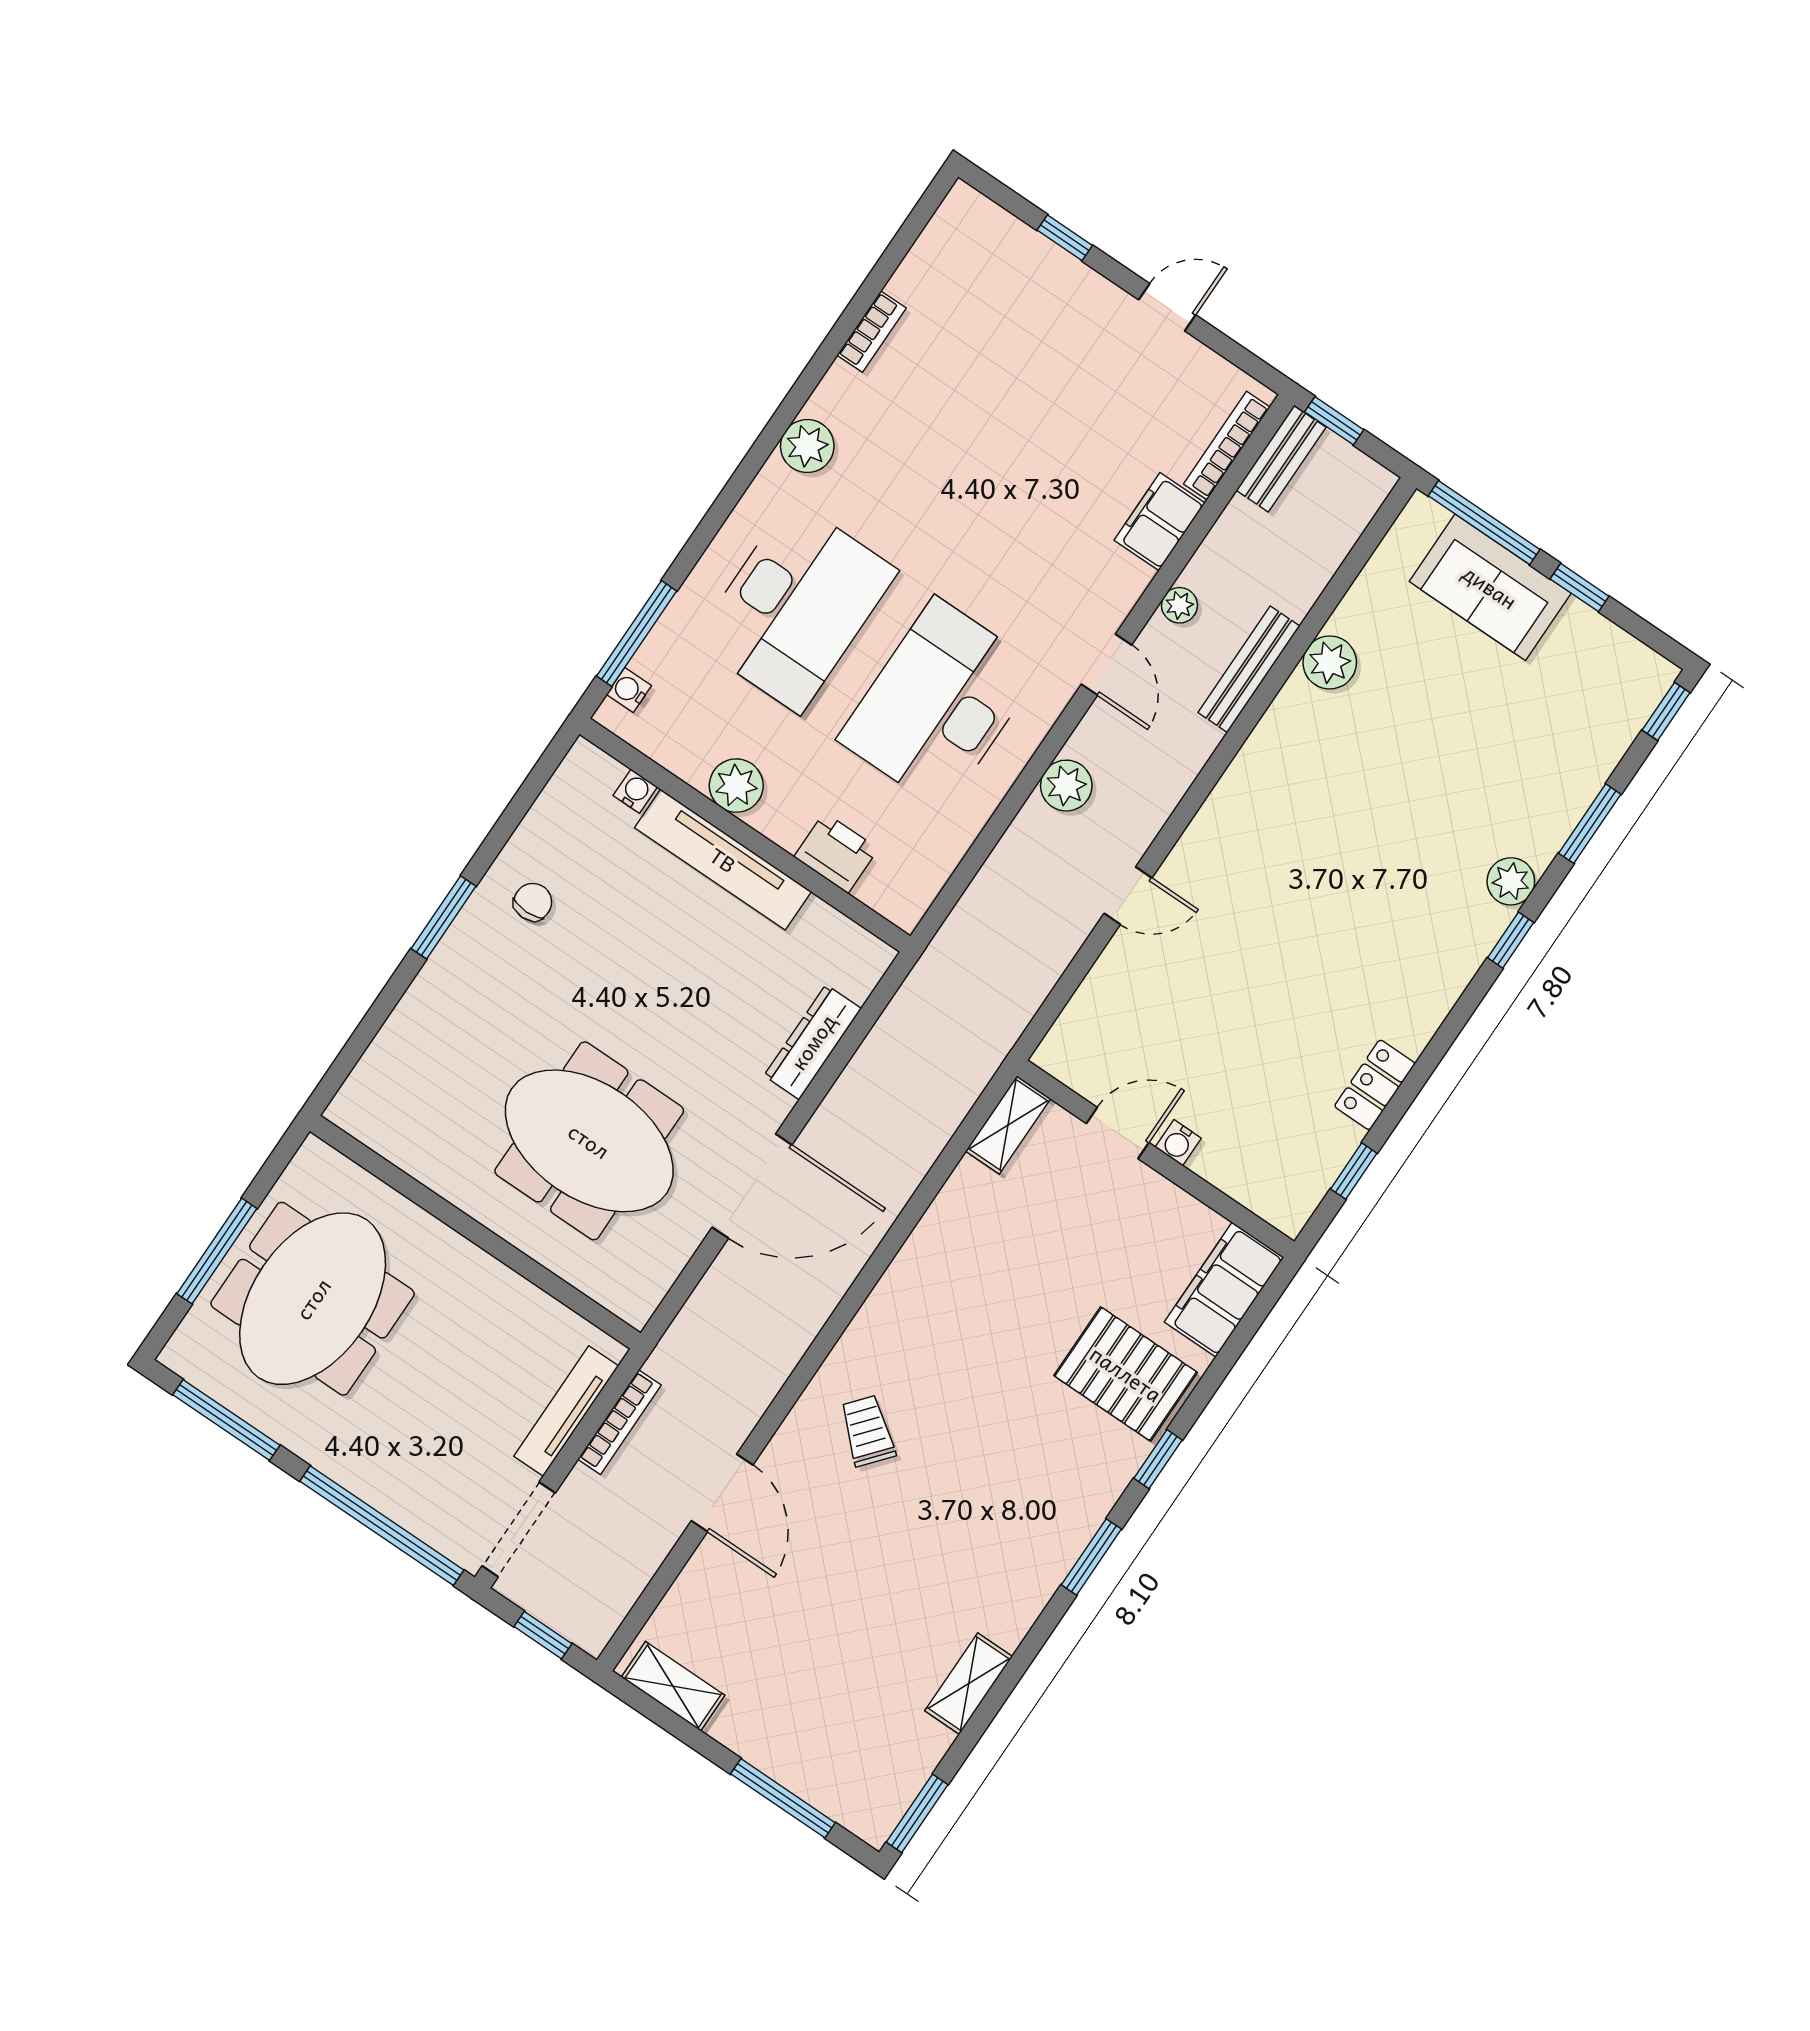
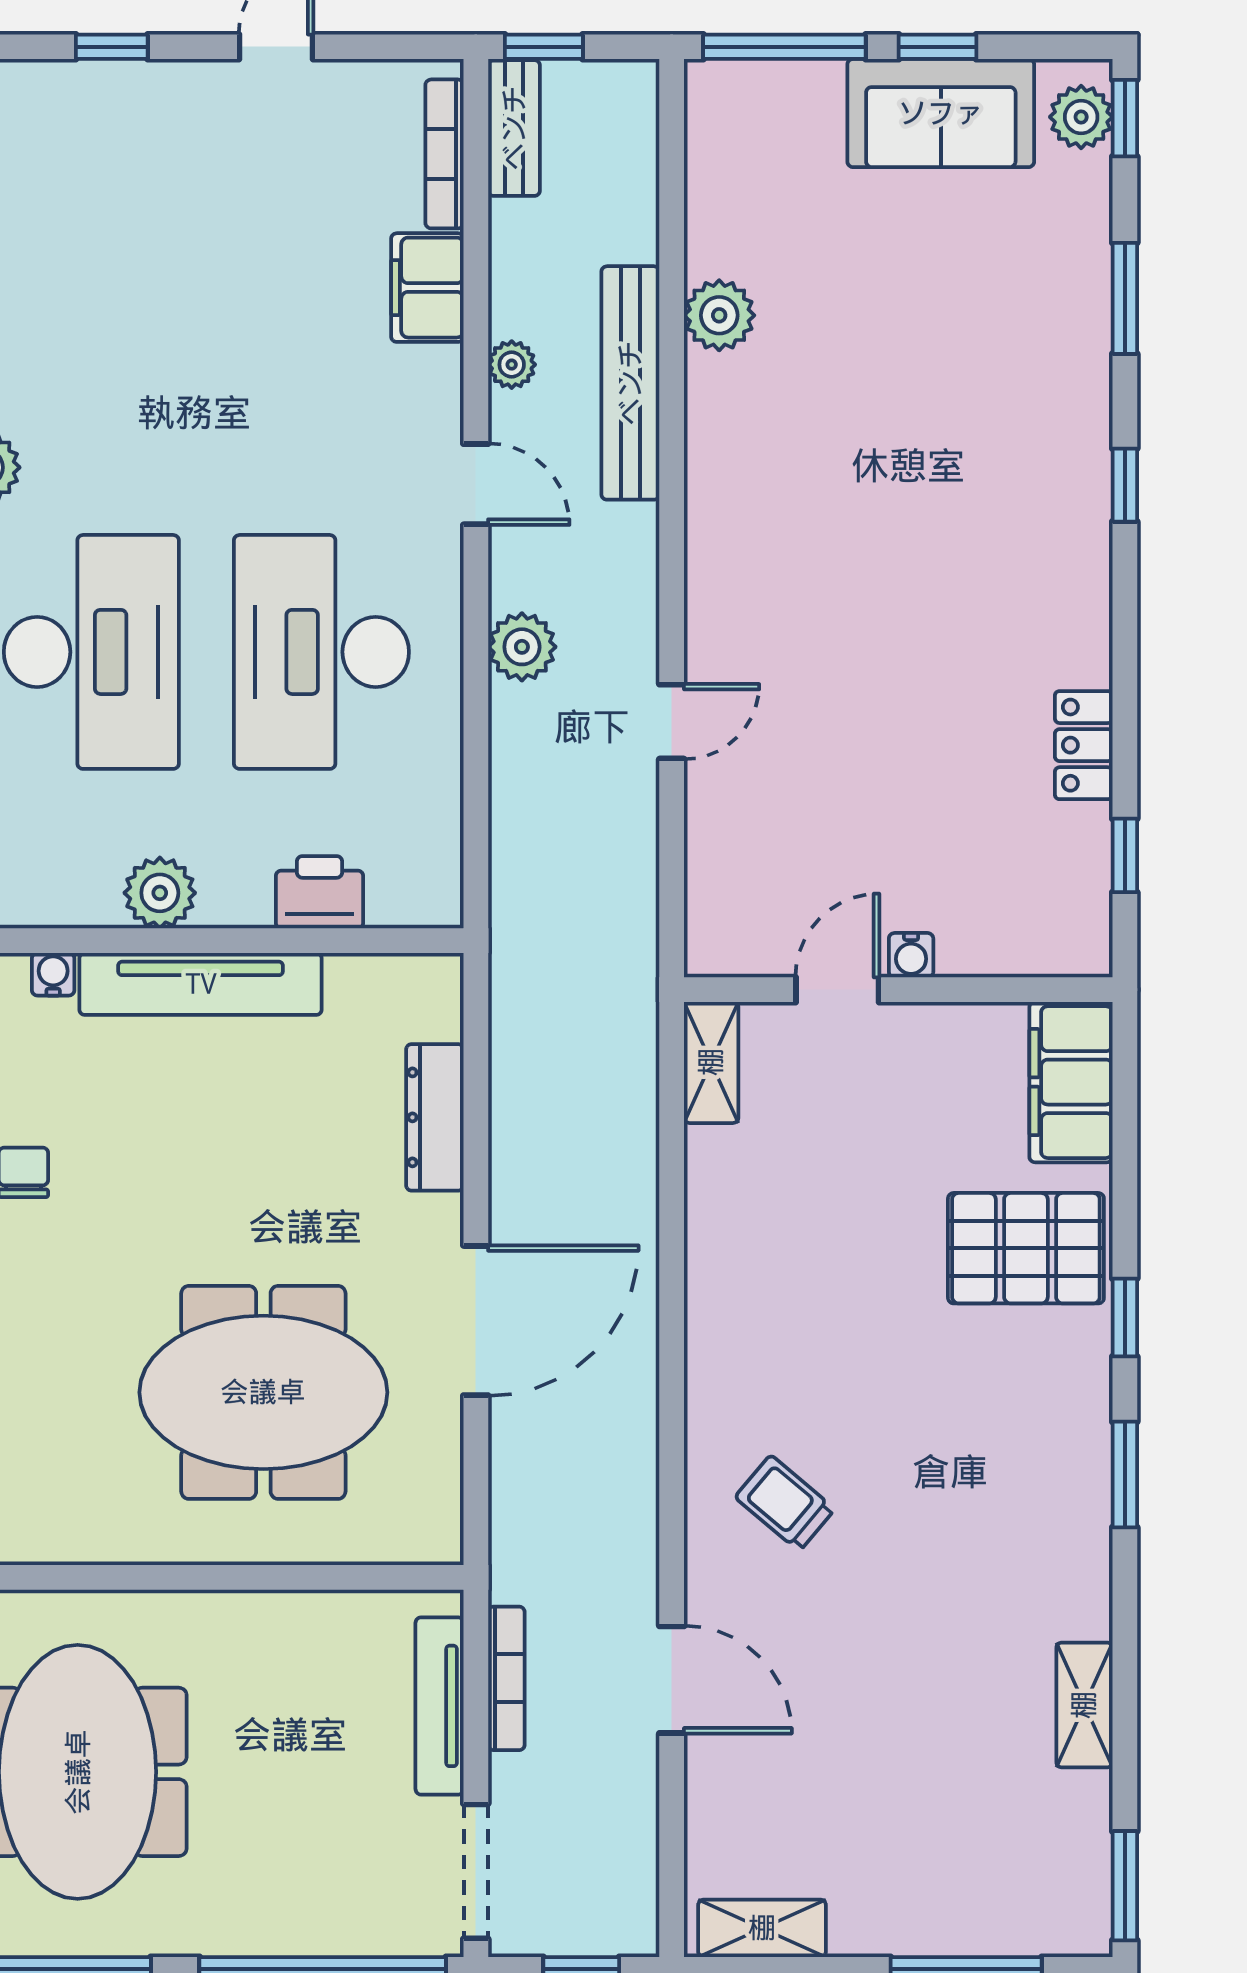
sofa: (1490, 587) -> (941, 113), moved
bench: (1249, 669) -> (630, 383), width x1.37, depth x1.21
plant: (1511, 881) -> (1081, 117), moved

